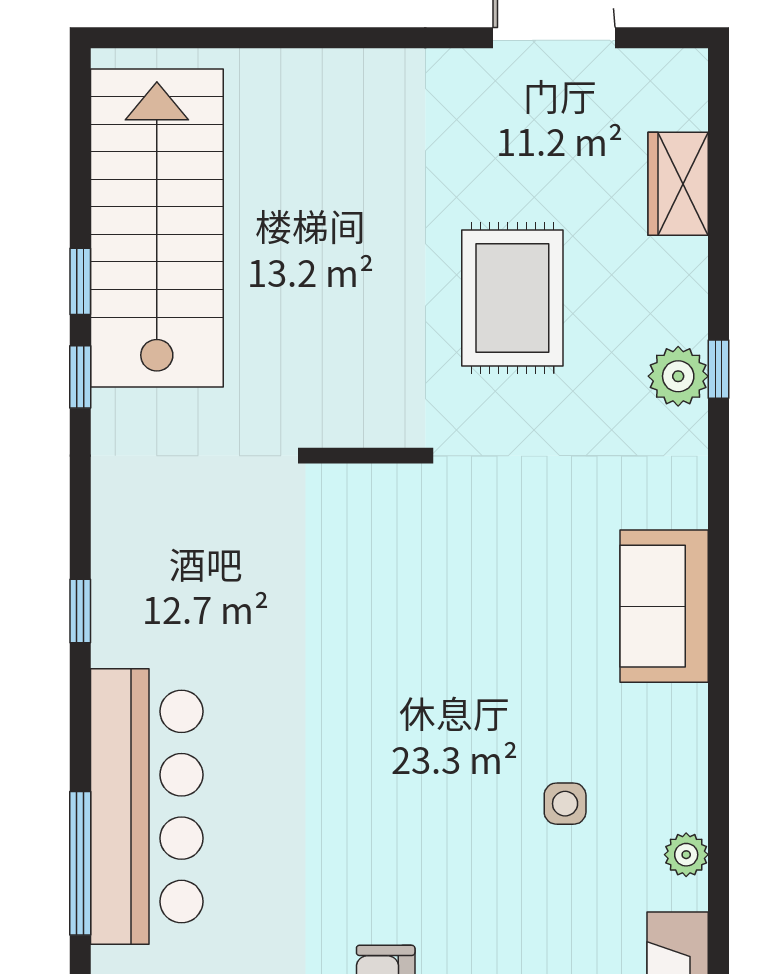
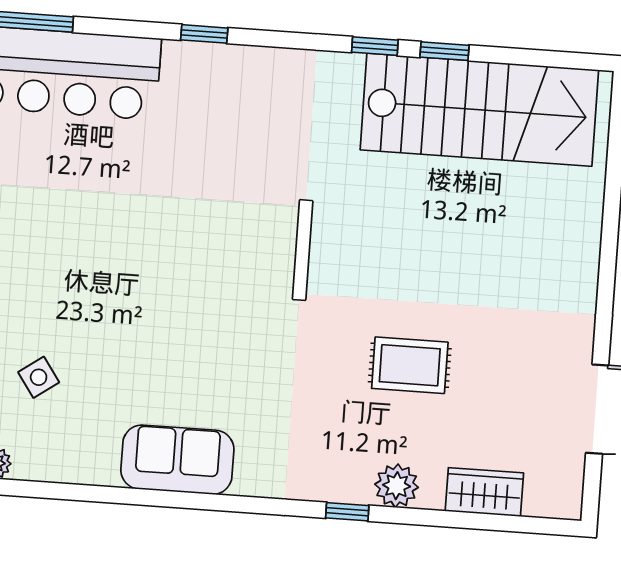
rug: (512, 298) -> (410, 365), width x0.73, depth x0.70
plant: (678, 376) -> (397, 486), moved
side table: (565, 804) -> (39, 377), turned -35

